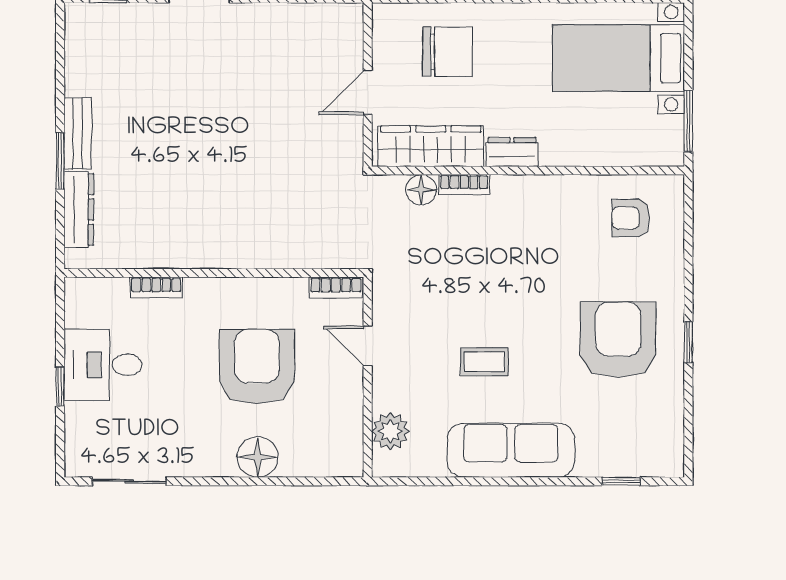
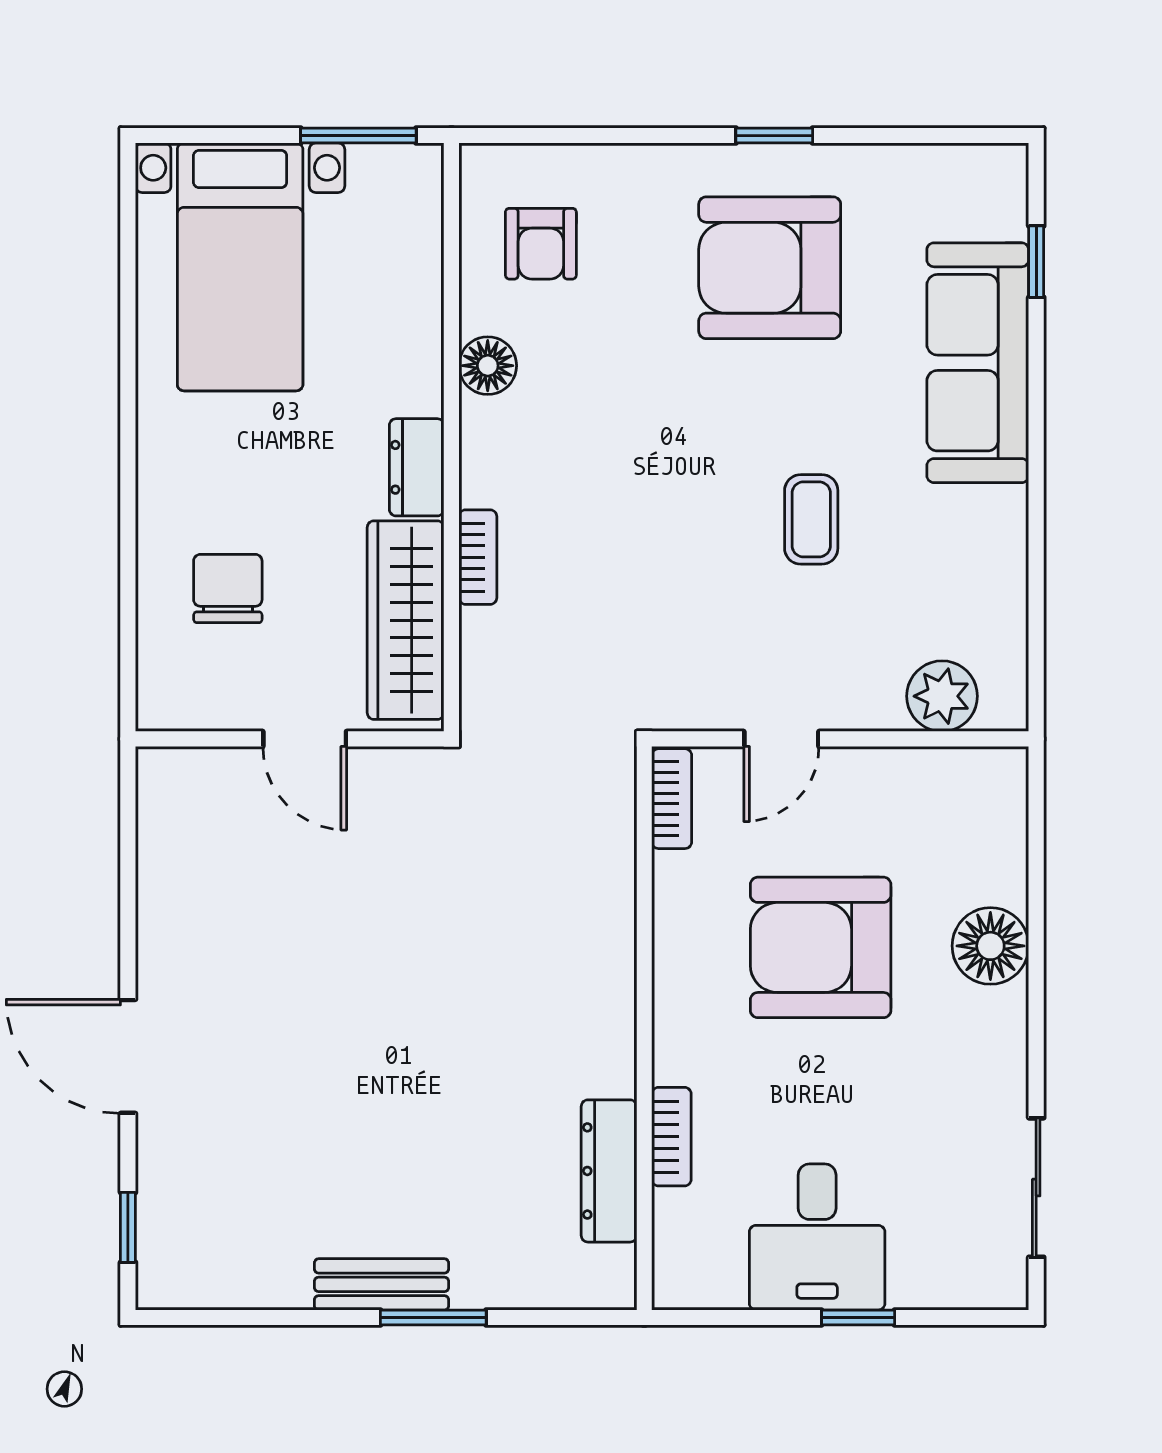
chair: (448, 52) -> (228, 589), width x0.73, depth x0.73
floor lamp: (421, 190) -> (488, 366), moved
dresser: (79, 209) -> (609, 1171), moved, turned -90
sofa: (511, 450) -> (978, 363), moved

